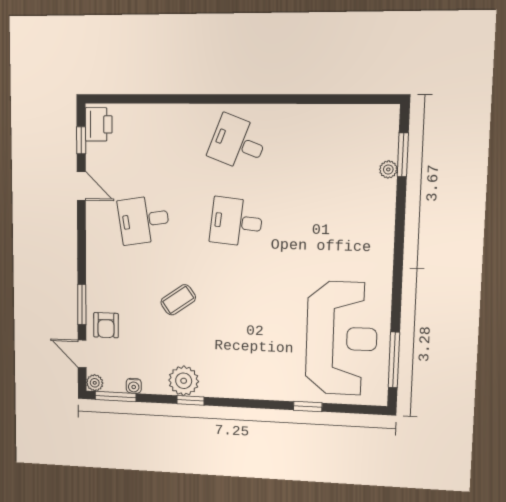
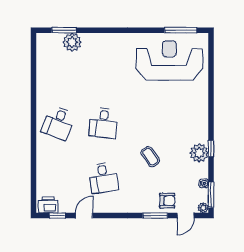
plant: (388, 169) -> (72, 42), width x1.87, depth x1.87
window: (308, 407) -> (211, 79), removed

